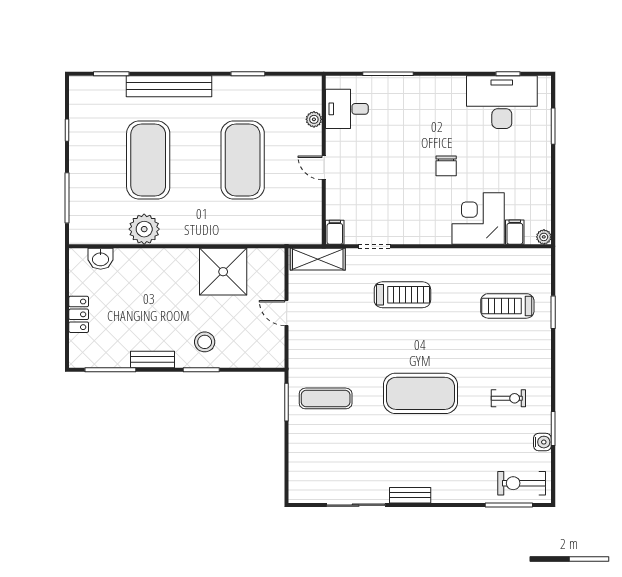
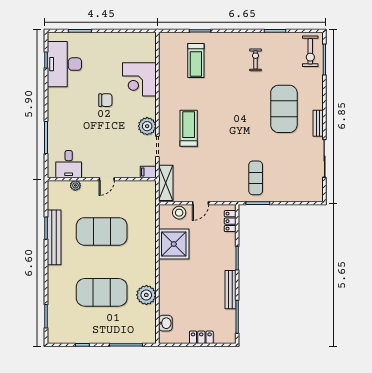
bench: (169, 86) -> (54, 237), moved
filing cabinet: (515, 232) -> (148, 56), removed
plant: (544, 237) -> (147, 126), moved, width x1.88, depth x1.88
stool: (205, 342) -> (179, 213), moved
bench: (153, 359) -> (230, 290), width x1.36
locker: (259, 359) -> (230, 221), added
exercise mat: (420, 393) -> (284, 109), moved
water cooler: (542, 442) -> (284, 38), removed

